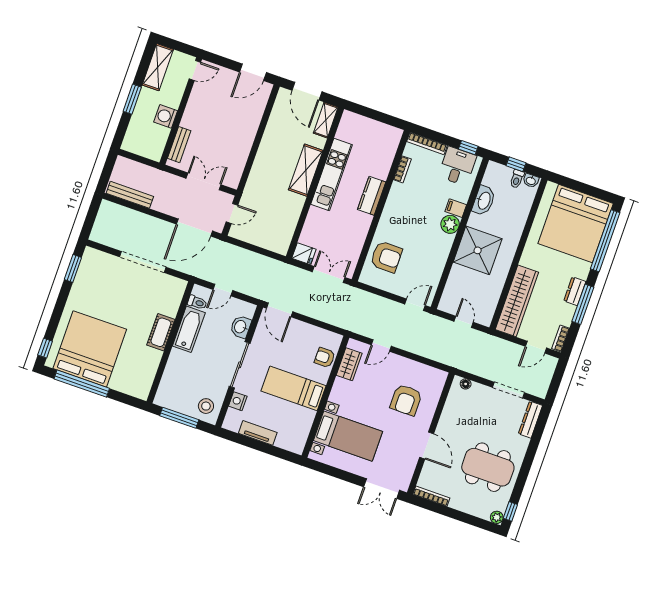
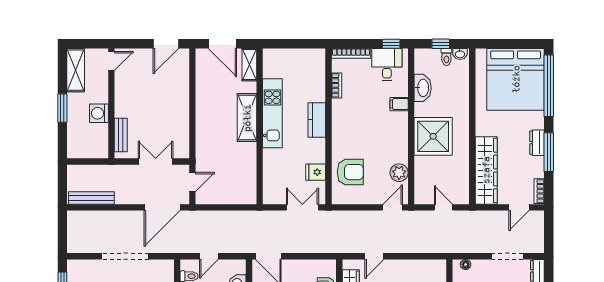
plant: (450, 224) -> (399, 173), moved
fridge: (304, 254) -> (316, 172), moved, turned 180

